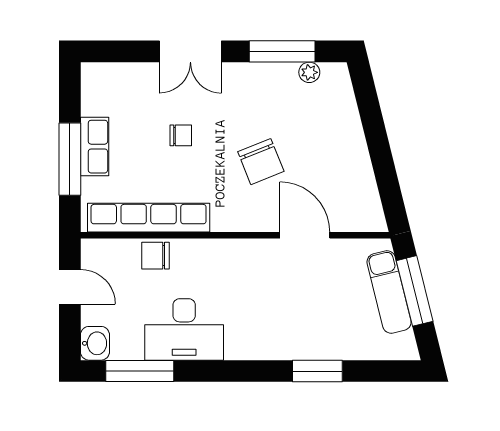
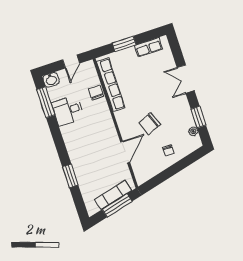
window: (282, 51) -> (198, 117), width x0.69
chair: (181, 135) -> (168, 150), moved
row of seats: (95, 147) -> (149, 47), moved
window: (70, 159) -> (124, 44), width x0.69
desk: (184, 329) -> (68, 110), width x0.73

